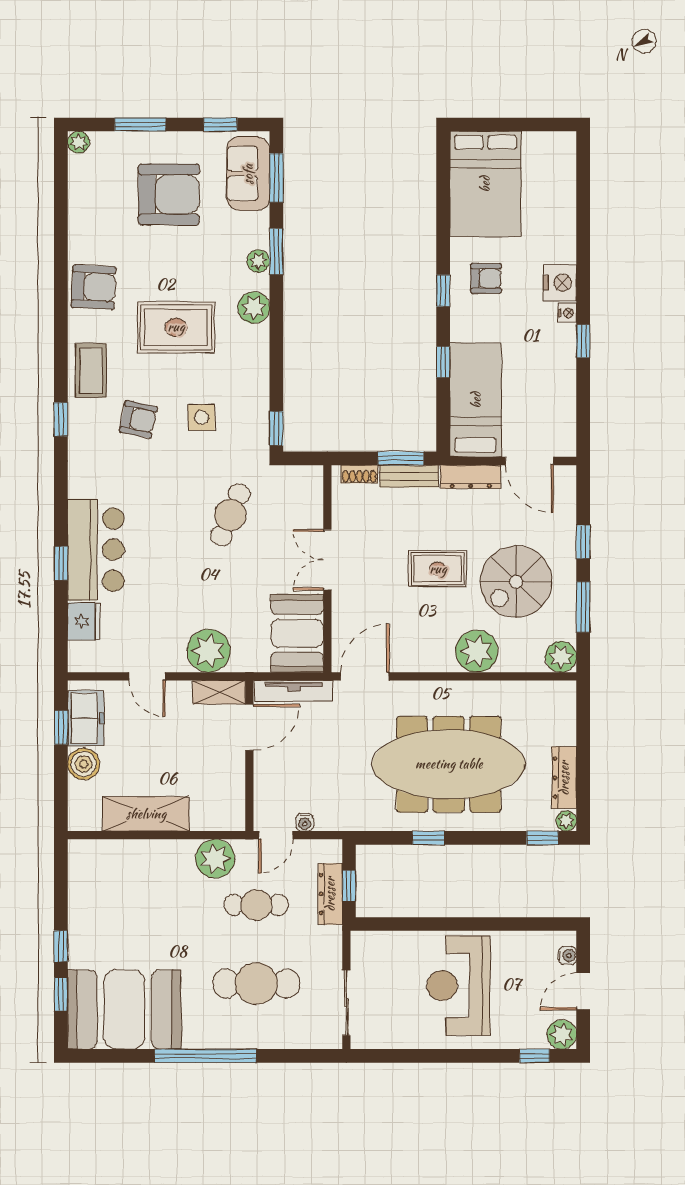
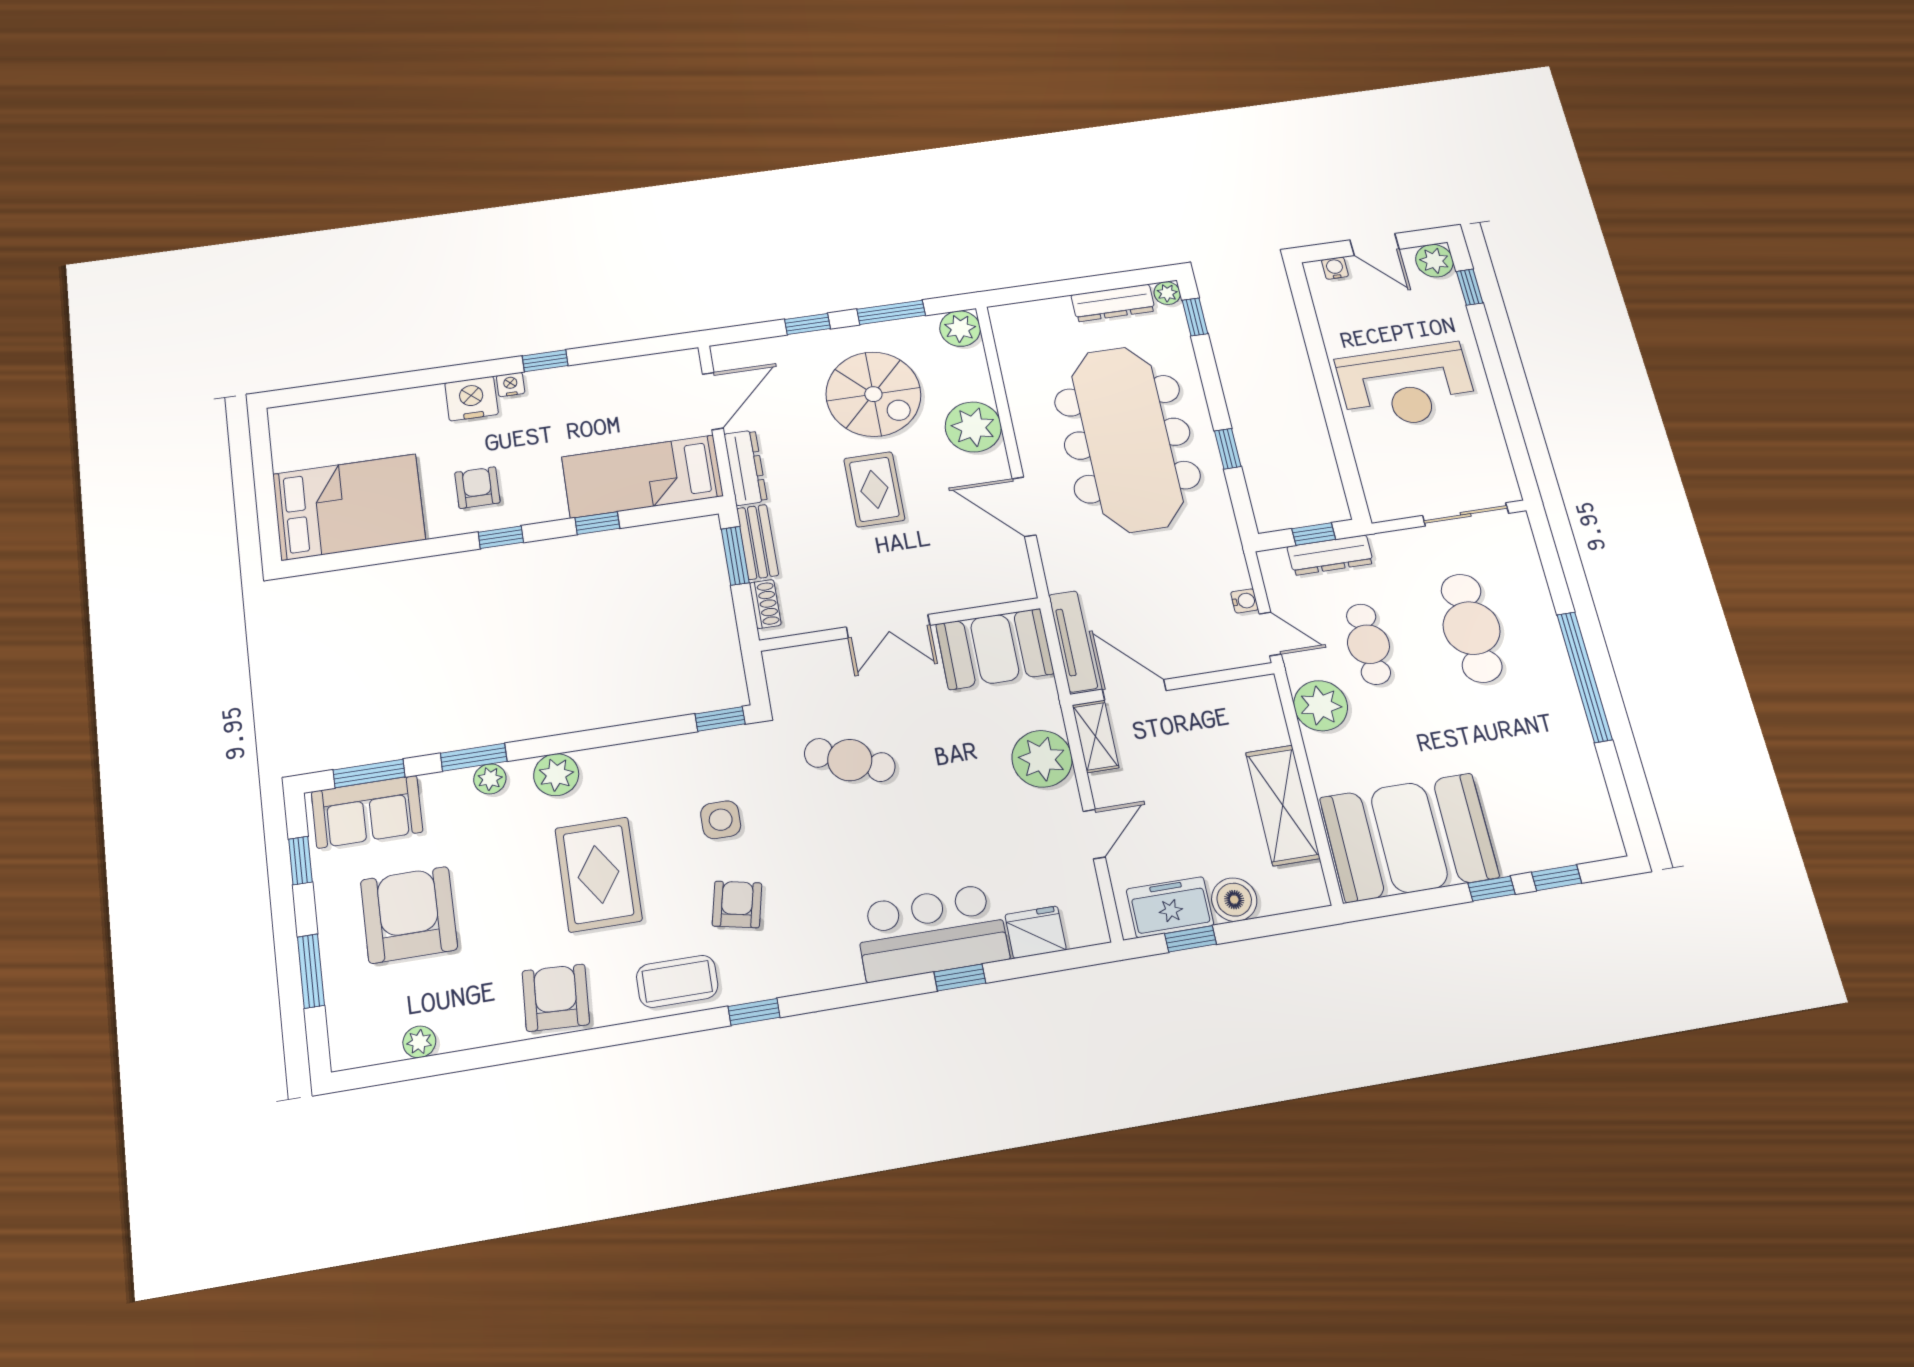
plant: (79, 142) -> (419, 1042), moved
door: (365, 676) -> (1024, 507), moved
booth: (124, 1009) -> (1409, 838), moved, turned 90

